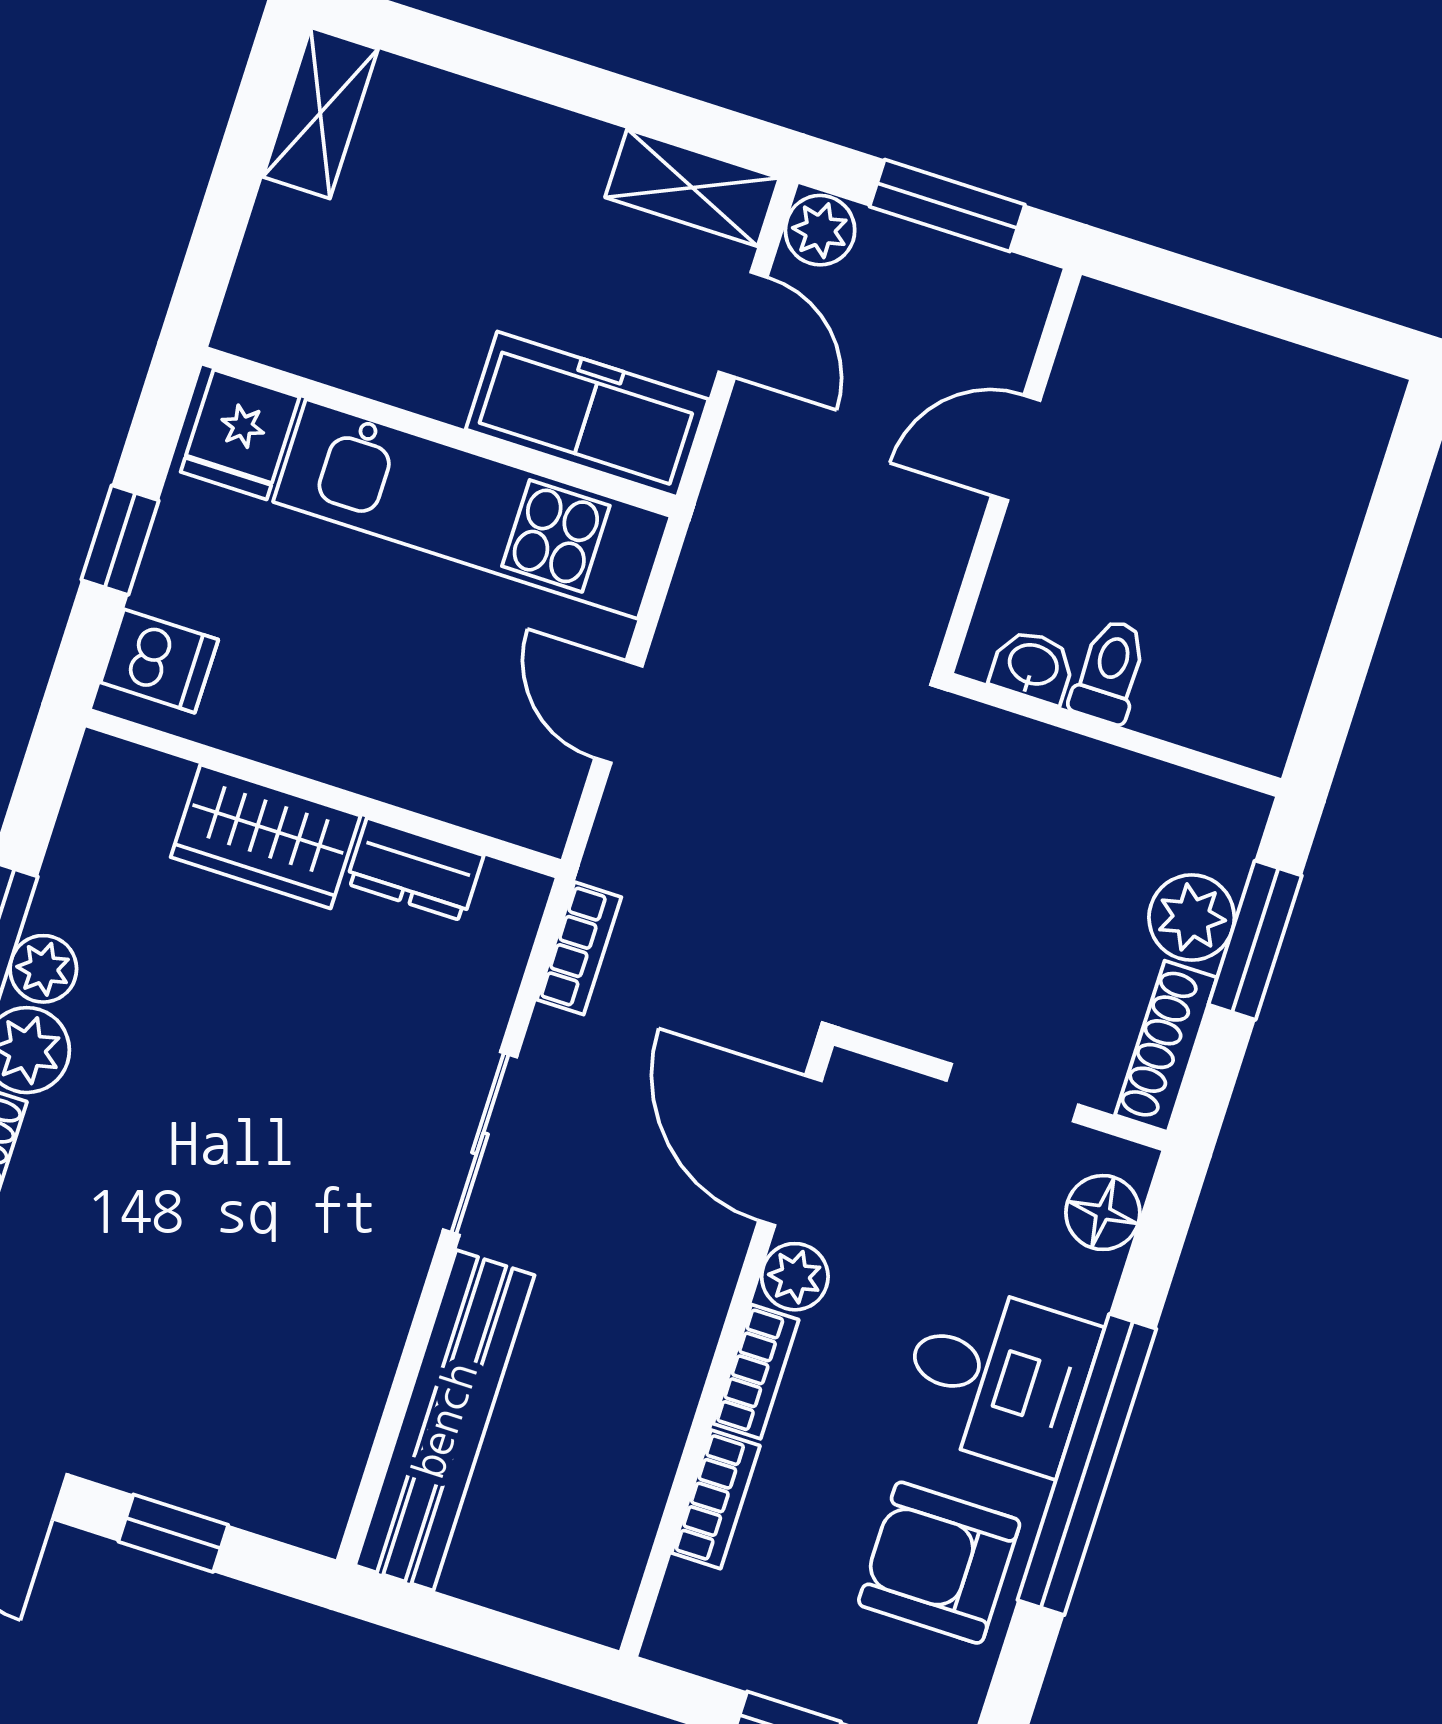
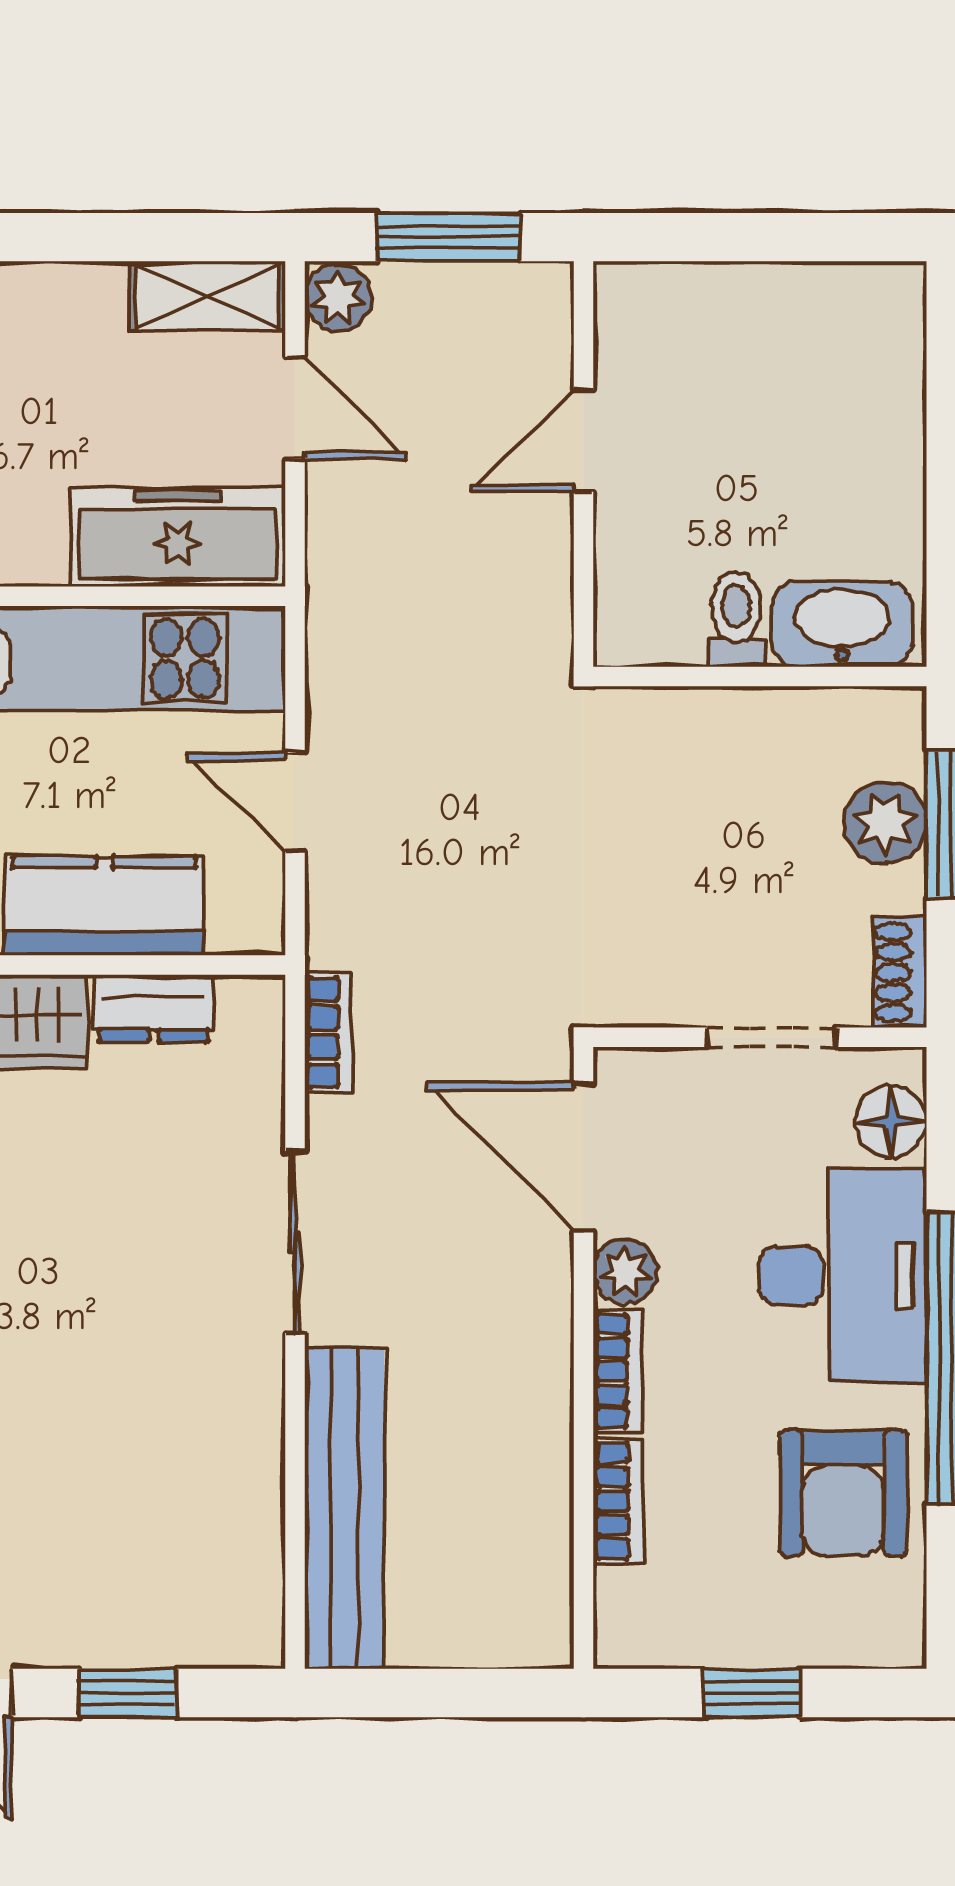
washbasin: (1033, 666) -> (842, 624), moved, width x1.91, depth x1.45
kitchen counter: (399, 753) -> (104, 906), added
shoe rack: (1166, 1046) -> (900, 972), width x0.70
desk: (998, 1377) -> (843, 1276), width x1.37
armchair: (939, 1563) -> (843, 1493), turned -90

